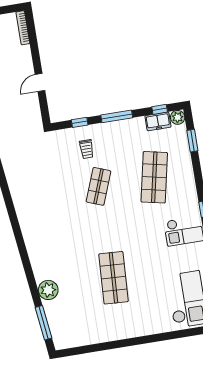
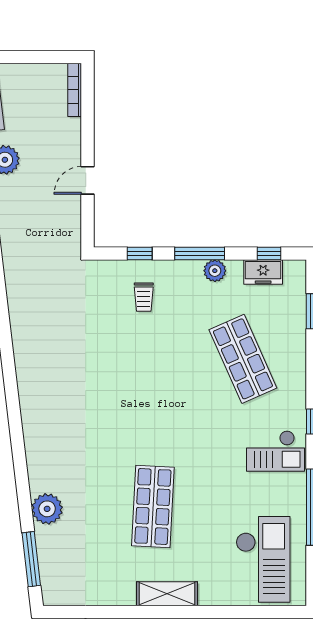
plant: (178, 117) -> (215, 271), moved
shop shelf: (154, 177) -> (243, 359), turned -36
shop shelf: (99, 186) -> (153, 359), removed
shelving: (131, 330) -> (167, 594), added

